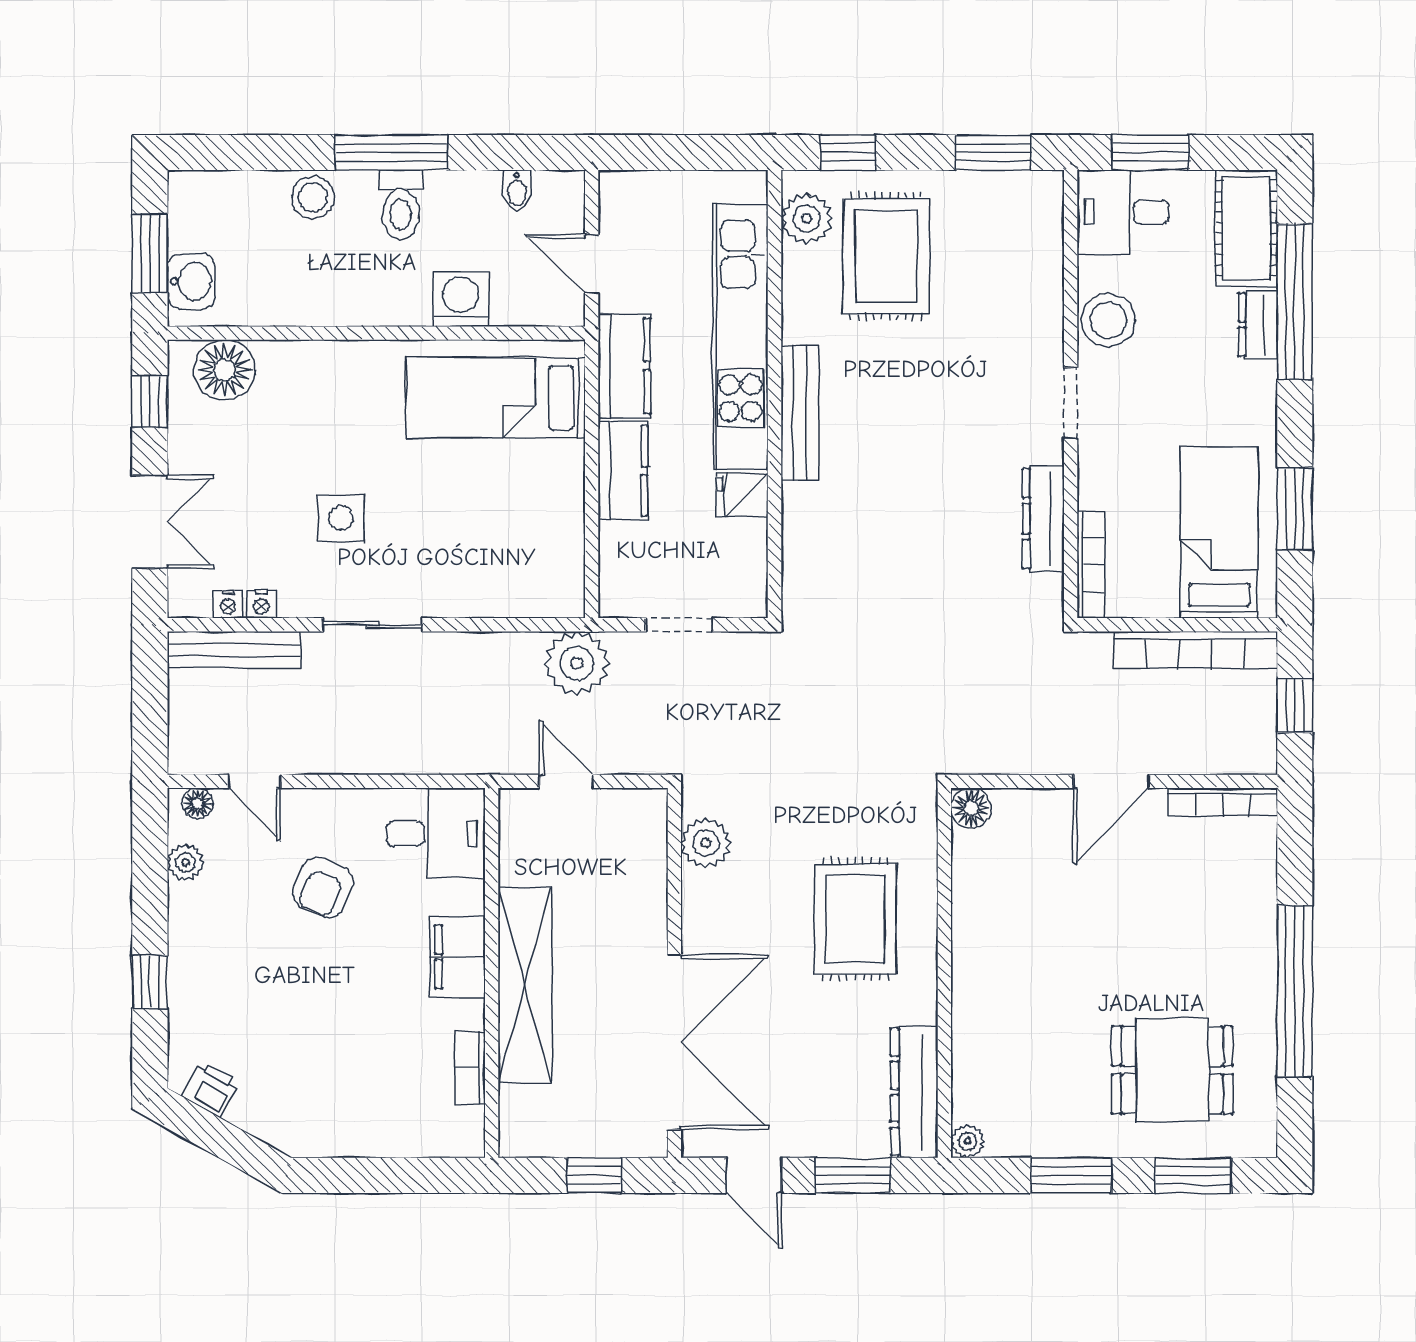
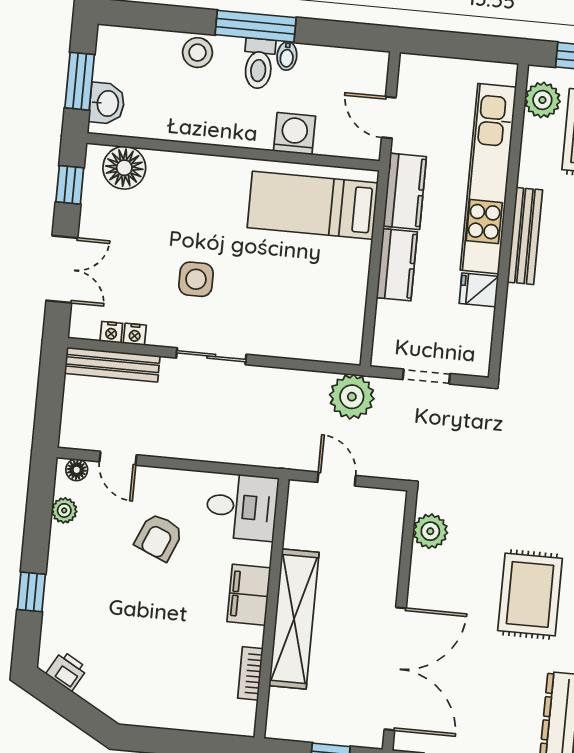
bidet: (517, 190) -> (287, 56), moved

